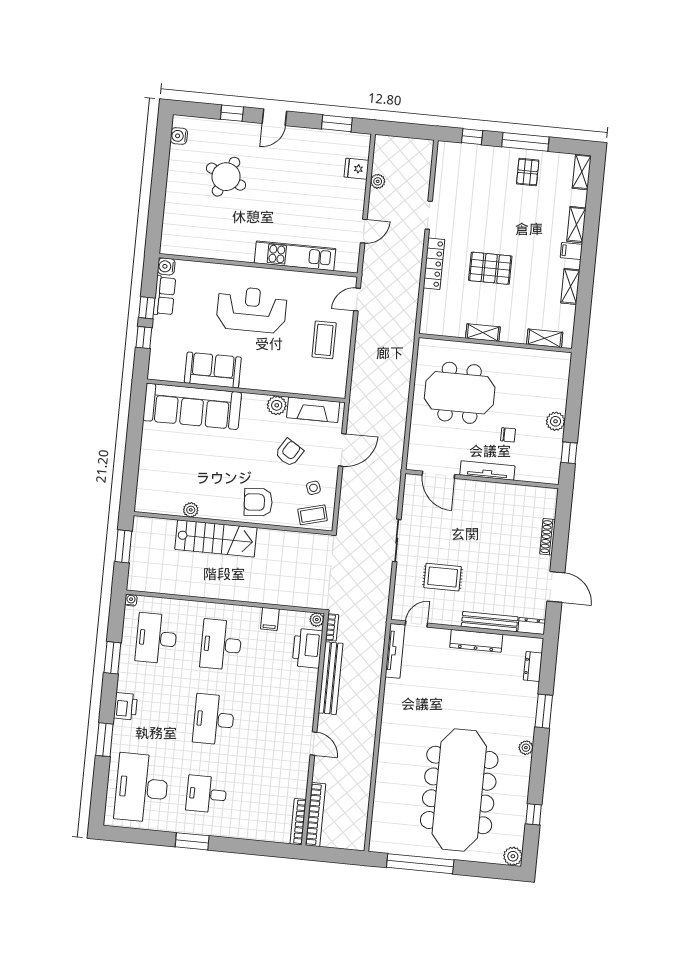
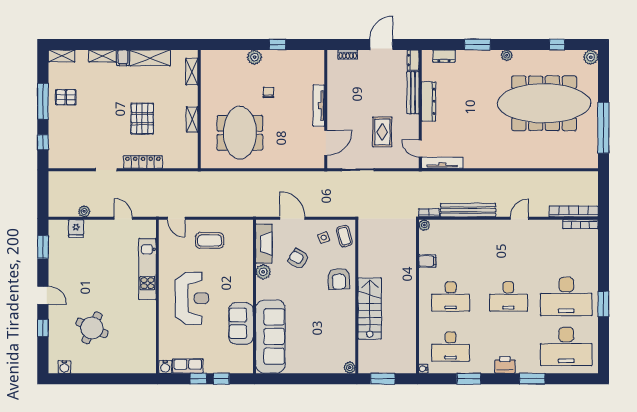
shelving: (570, 286) -> (150, 58), width x1.50, depth x1.33
reception desk: (252, 310) -> (192, 298), turned 180
tv unit: (487, 470) -> (319, 106), moved
door: (438, 475) -> (326, 143), moved
wall: (482, 479) -> (326, 109), moved
plant: (191, 510) -> (350, 368), moved
shoe rack: (548, 537) -> (348, 55), width x0.70
printer: (307, 648) -> (447, 230), removed
desk: (206, 794) -> (566, 296), width x1.87, depth x1.30

